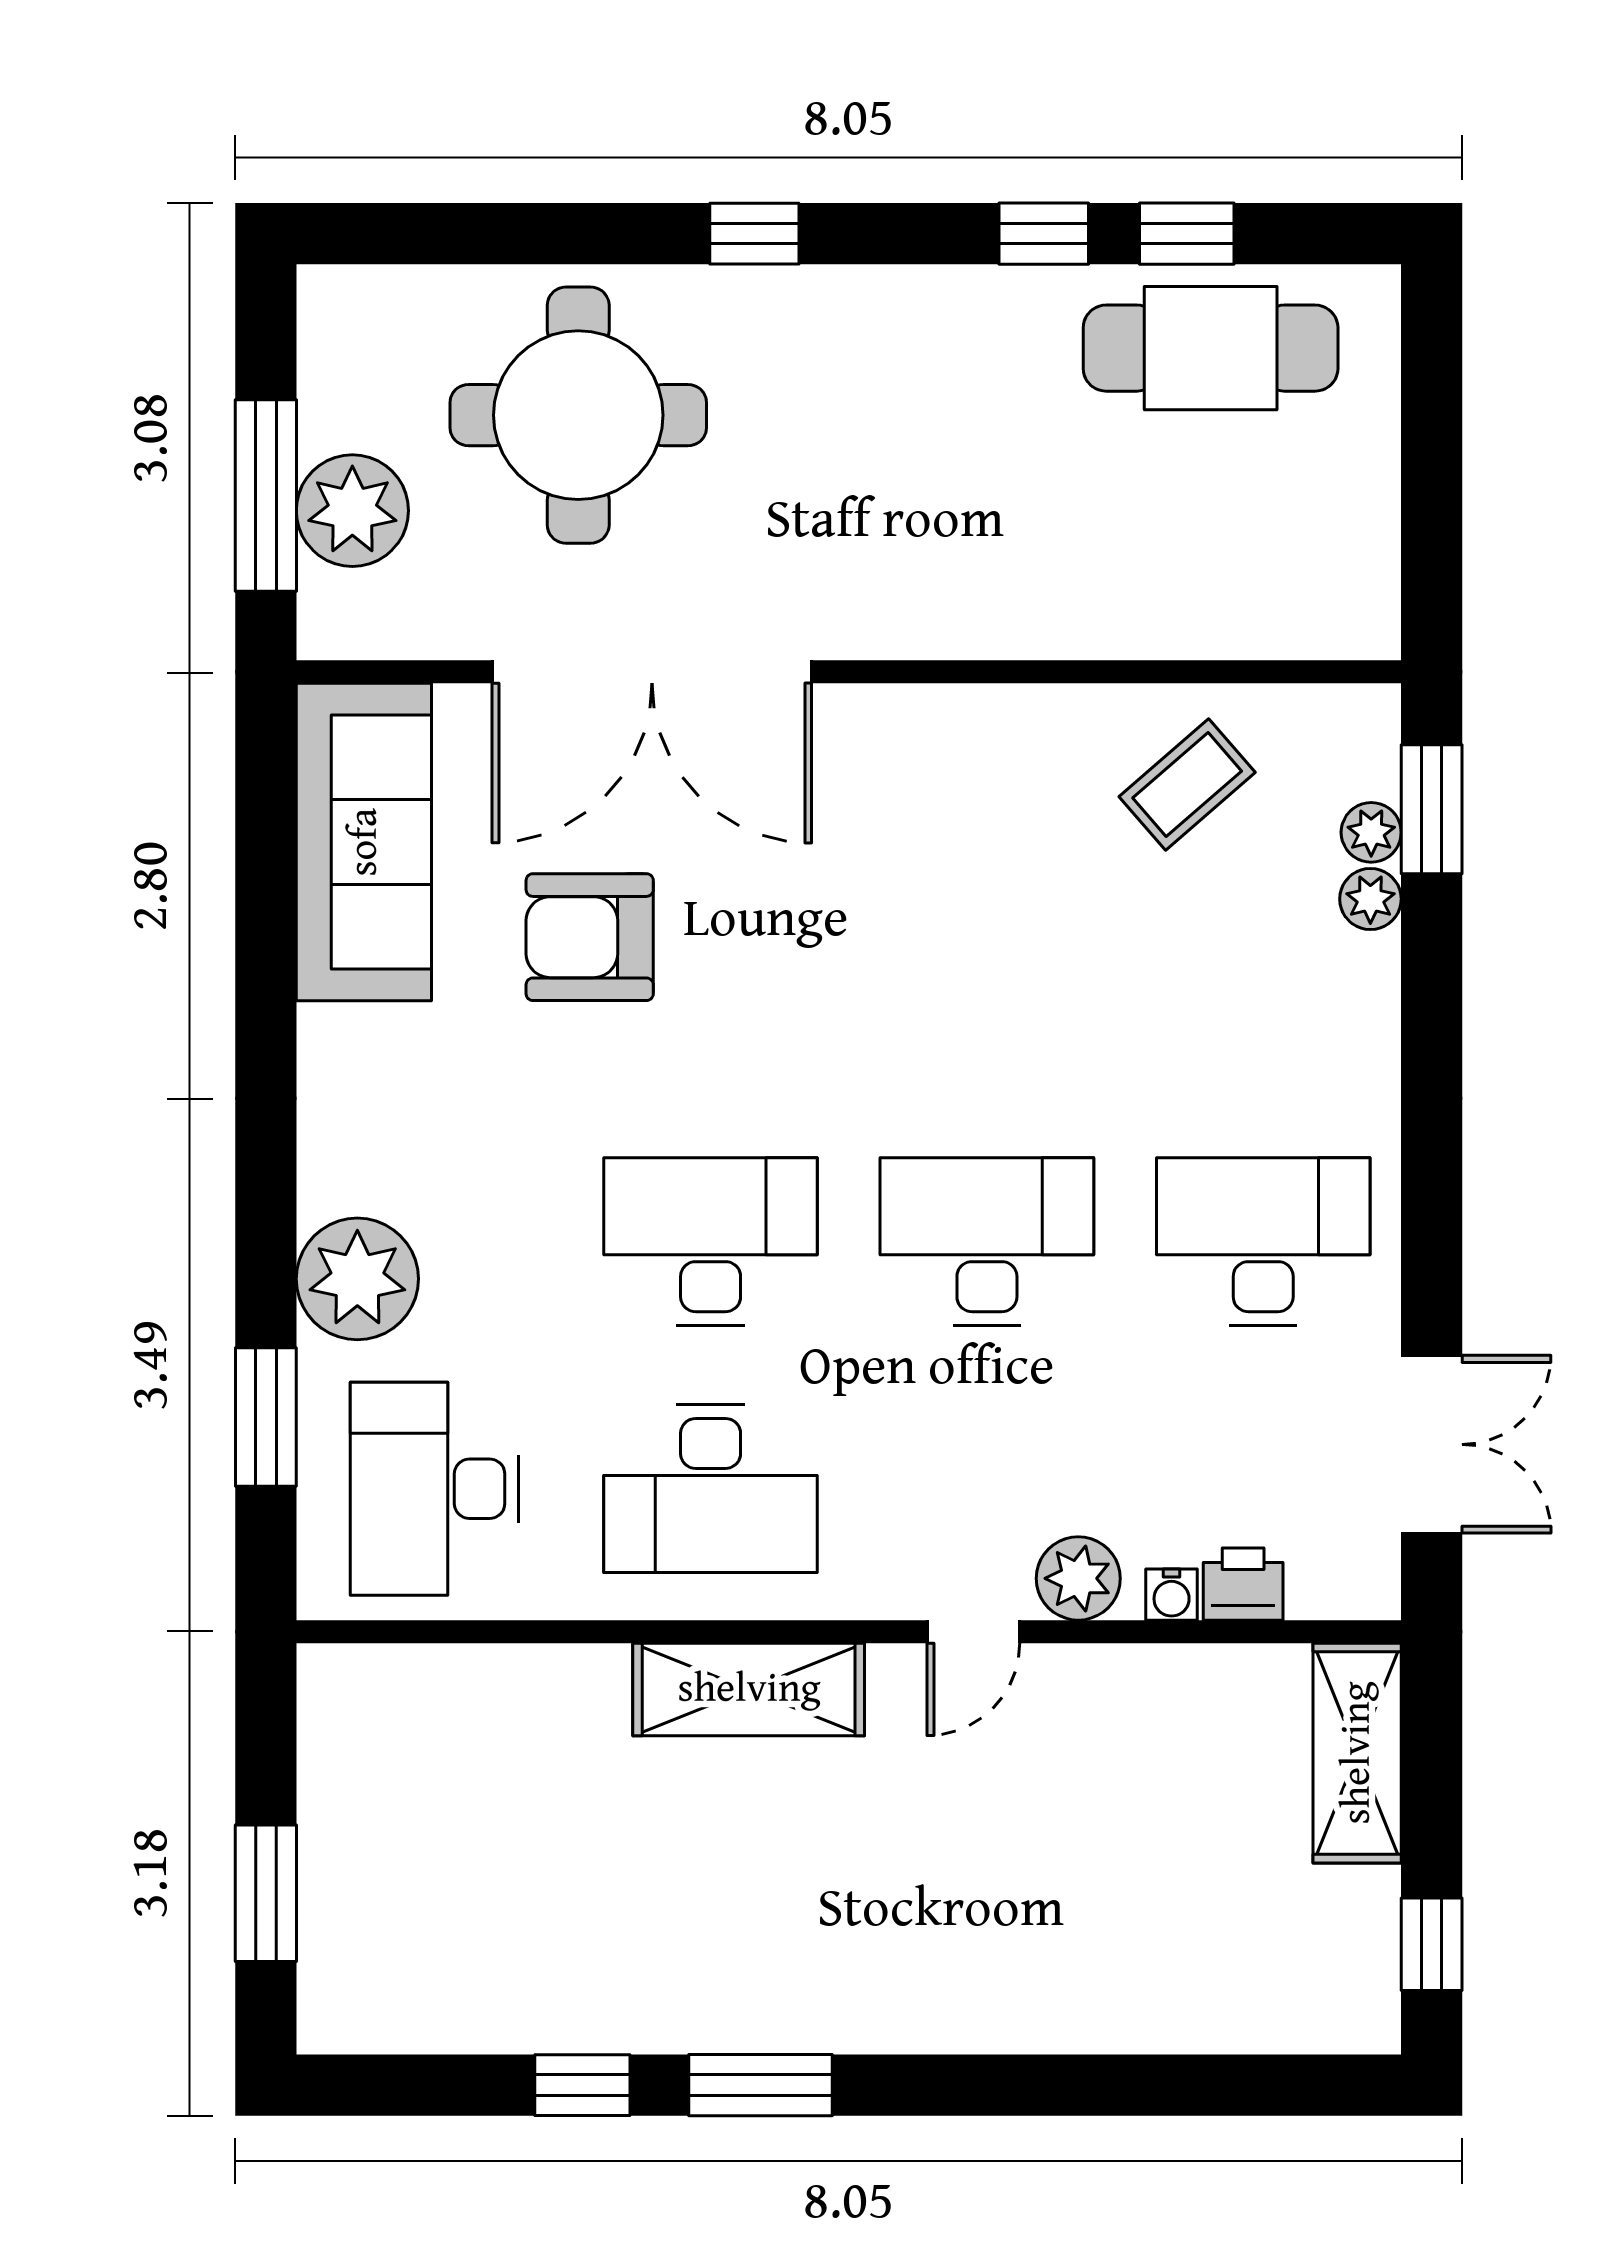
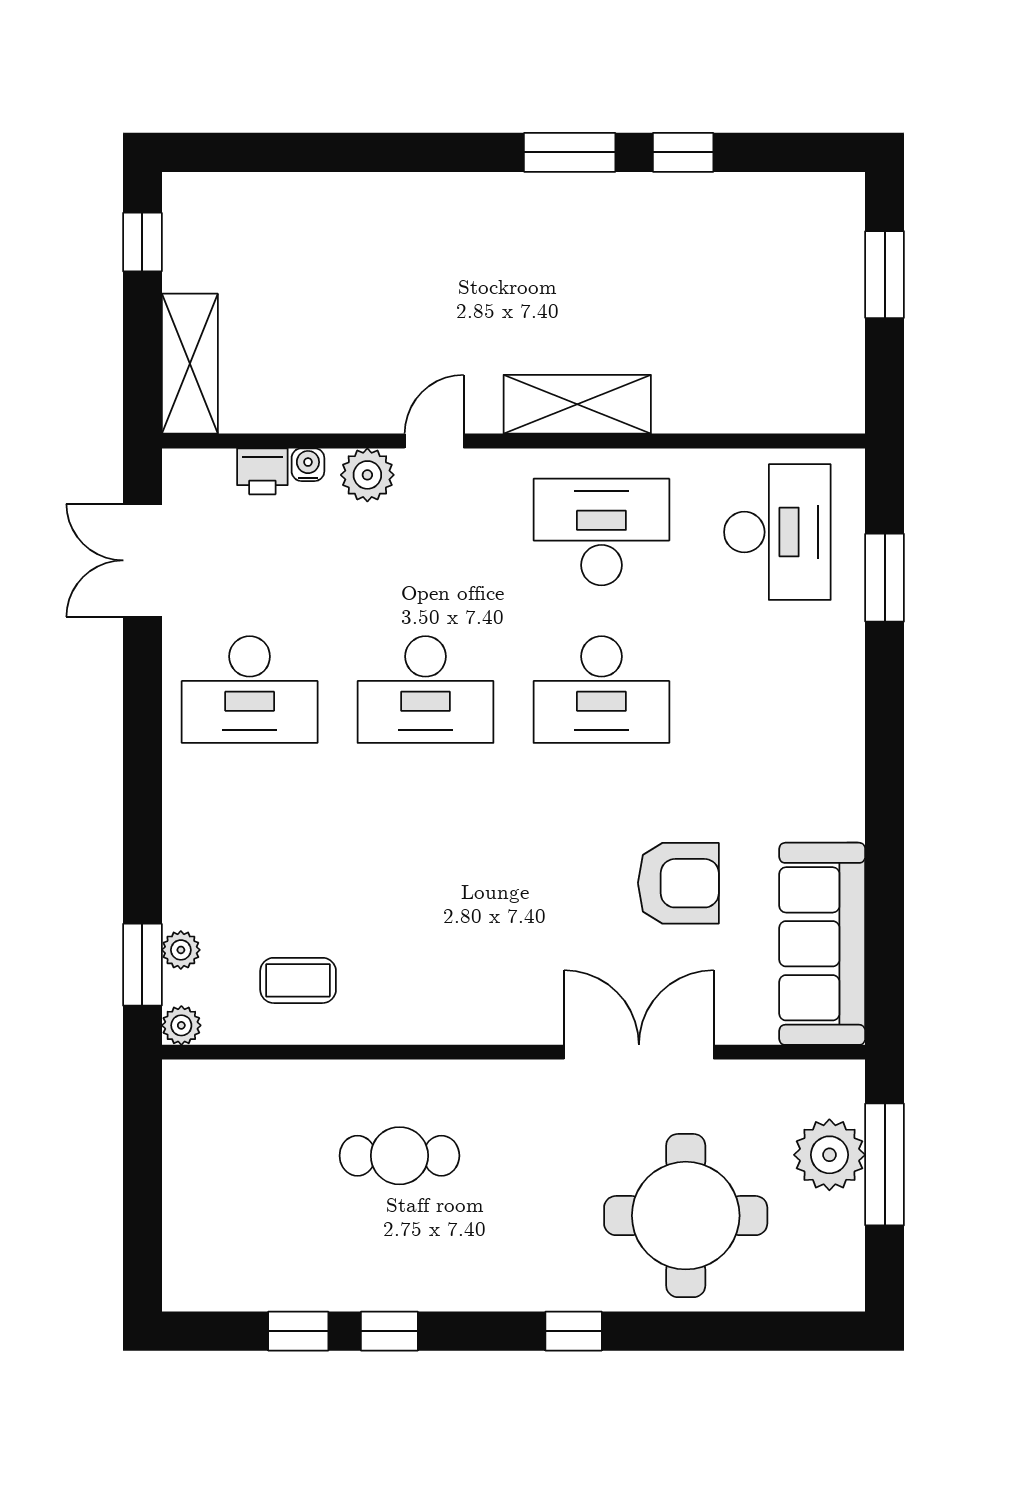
cafe table: (1211, 348) -> (399, 1156), moved, width x0.73, depth x0.74
double door: (652, 672) -> (639, 1052), width x0.73
coffee table: (1187, 784) -> (298, 980), turned 41
plant: (1370, 899) -> (181, 1025), moved
plant: (357, 1279) -> (826, 666), removed

